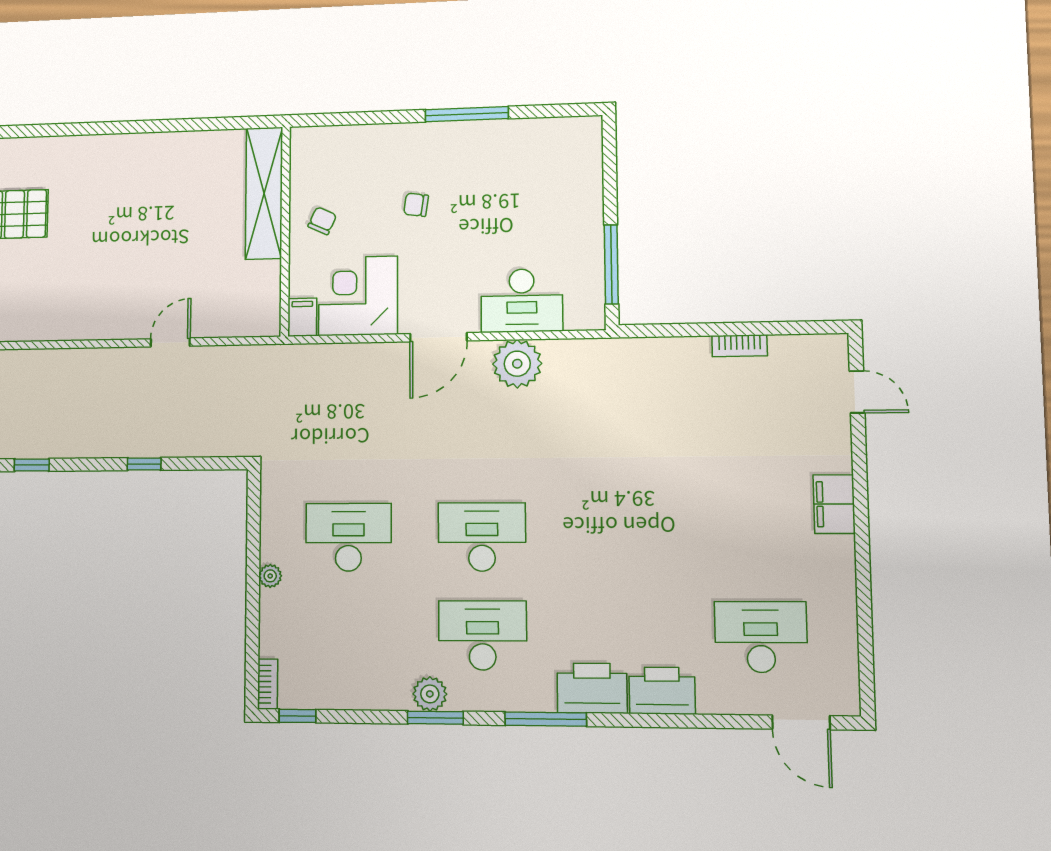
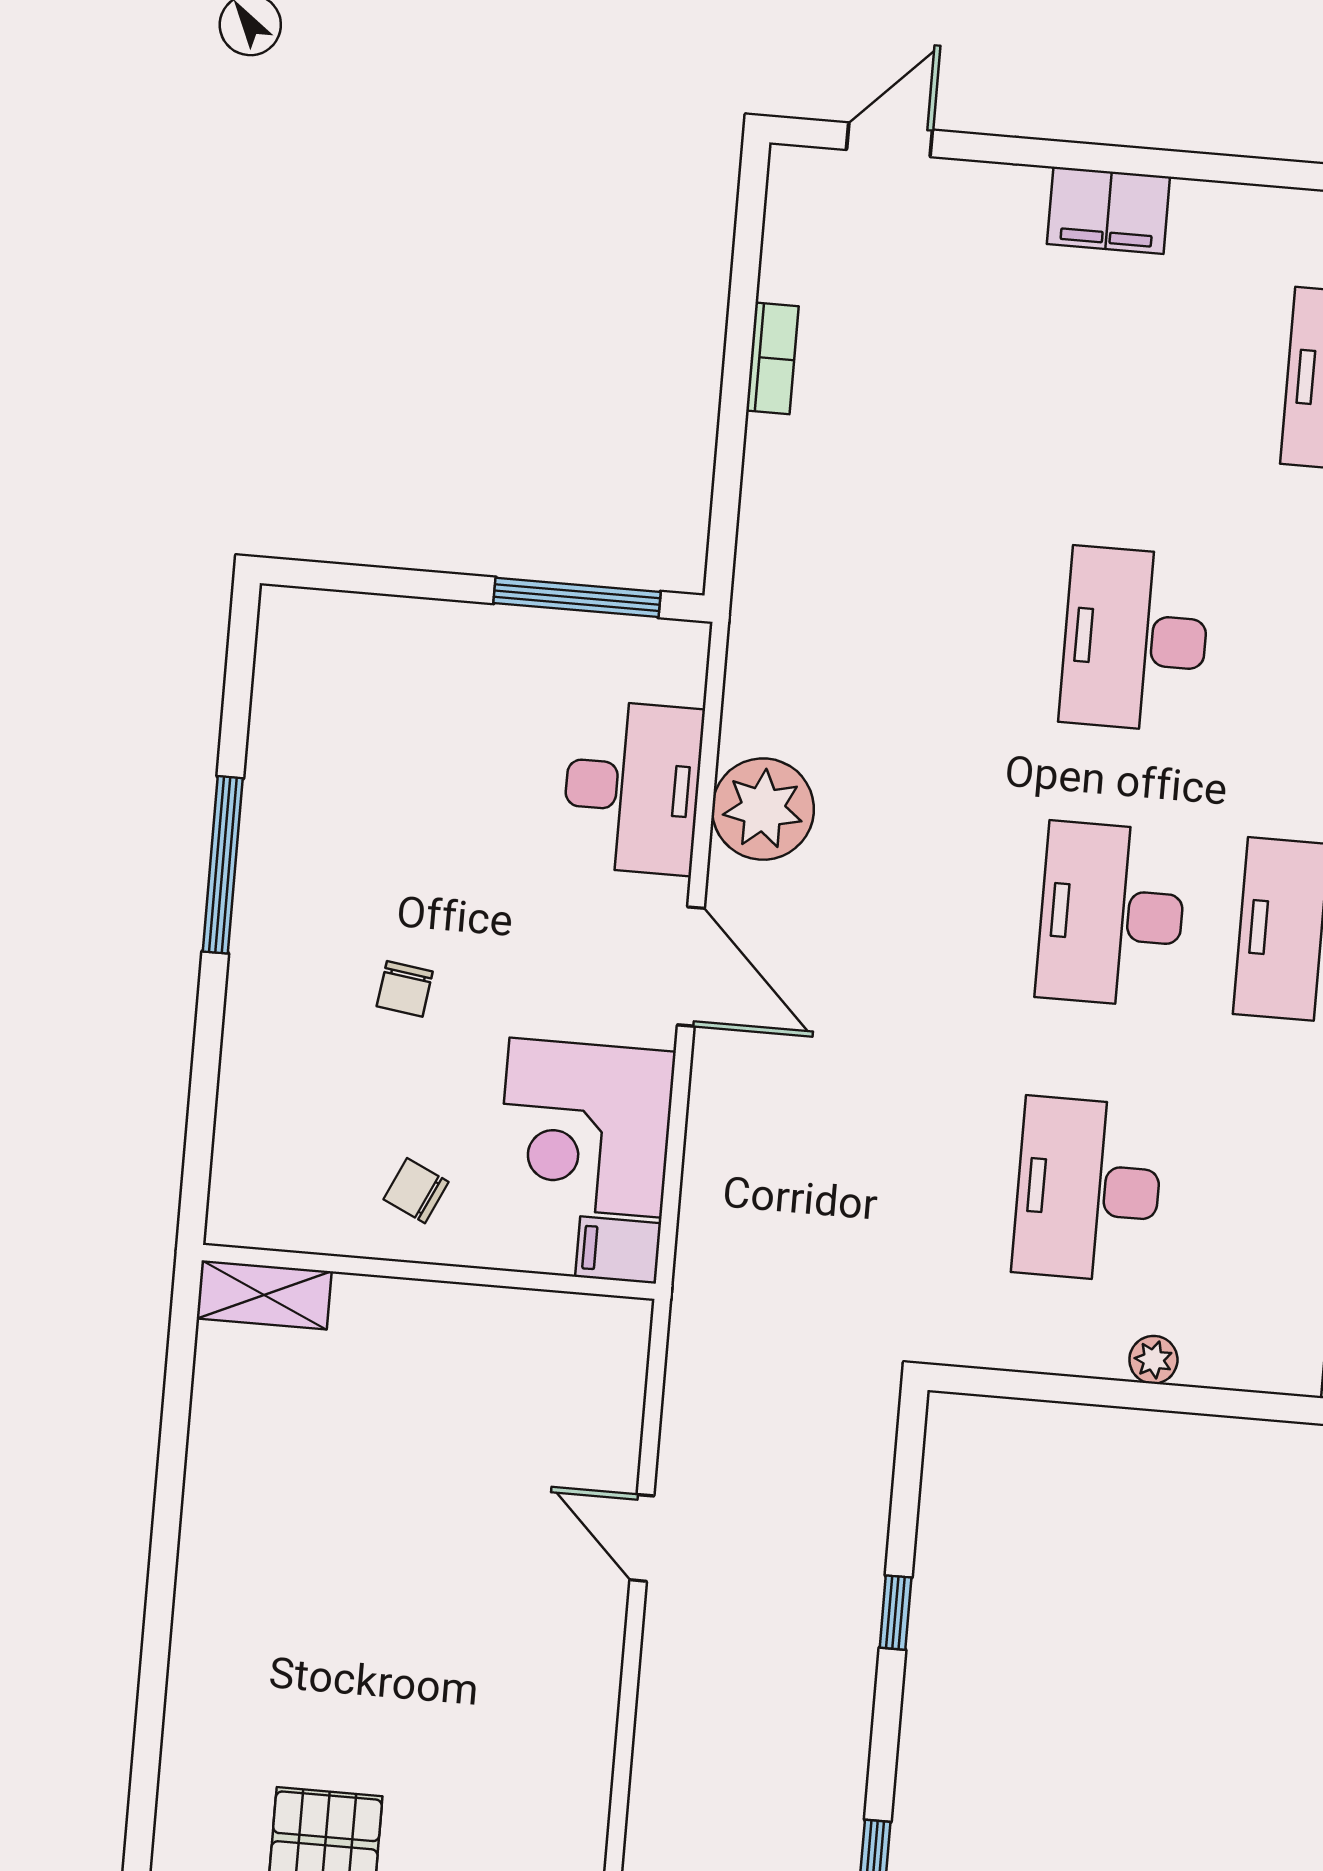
shelving: (264, 193) -> (264, 1295), width x0.45, depth x0.75
desk: (618, 537) -> (1135, 639), added

